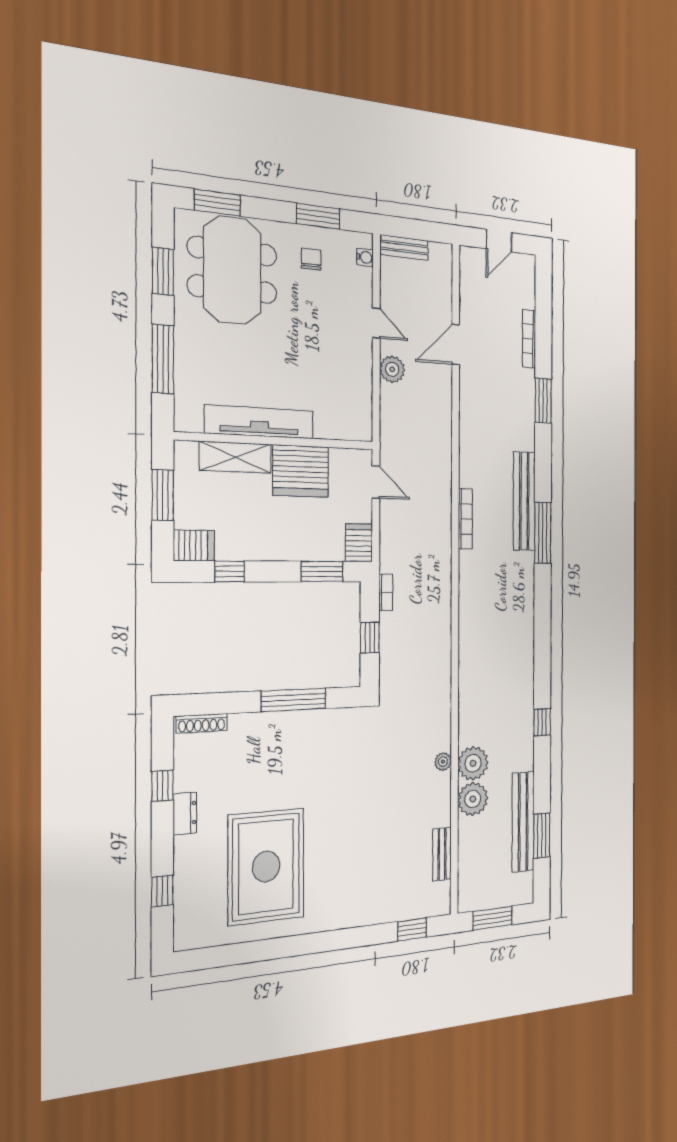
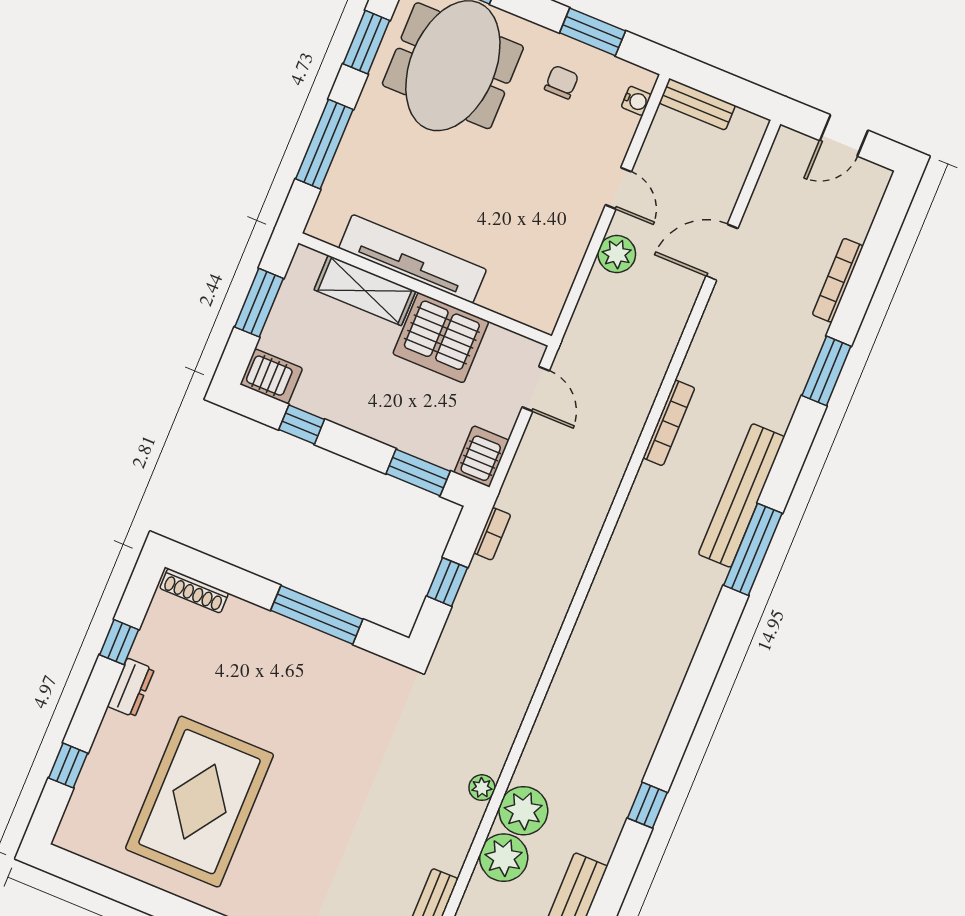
bookcase: (465, 519) -> (669, 423), moved

